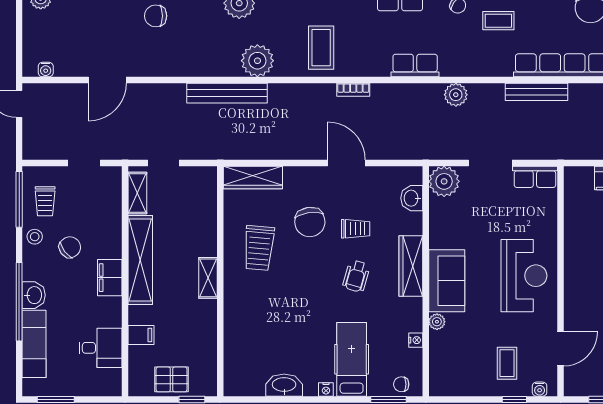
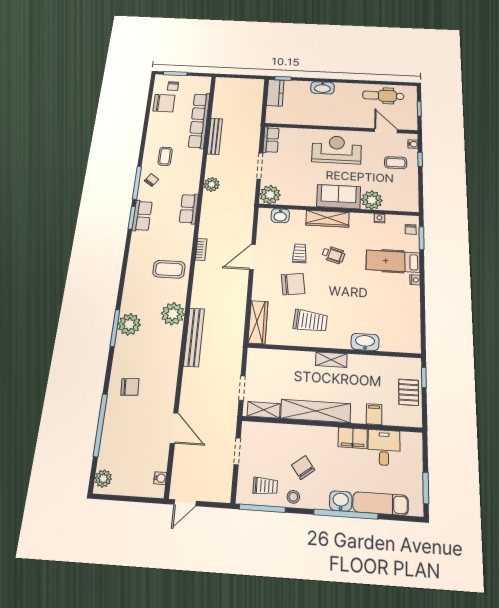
chair: (156, 16) -> (130, 387), turned -94
filing cabinet: (110, 278) -> (353, 438), moved
plant: (437, 322) -> (372, 200), width x1.88, depth x1.88
washbasin: (284, 385) -> (365, 342), moved, turned 90

